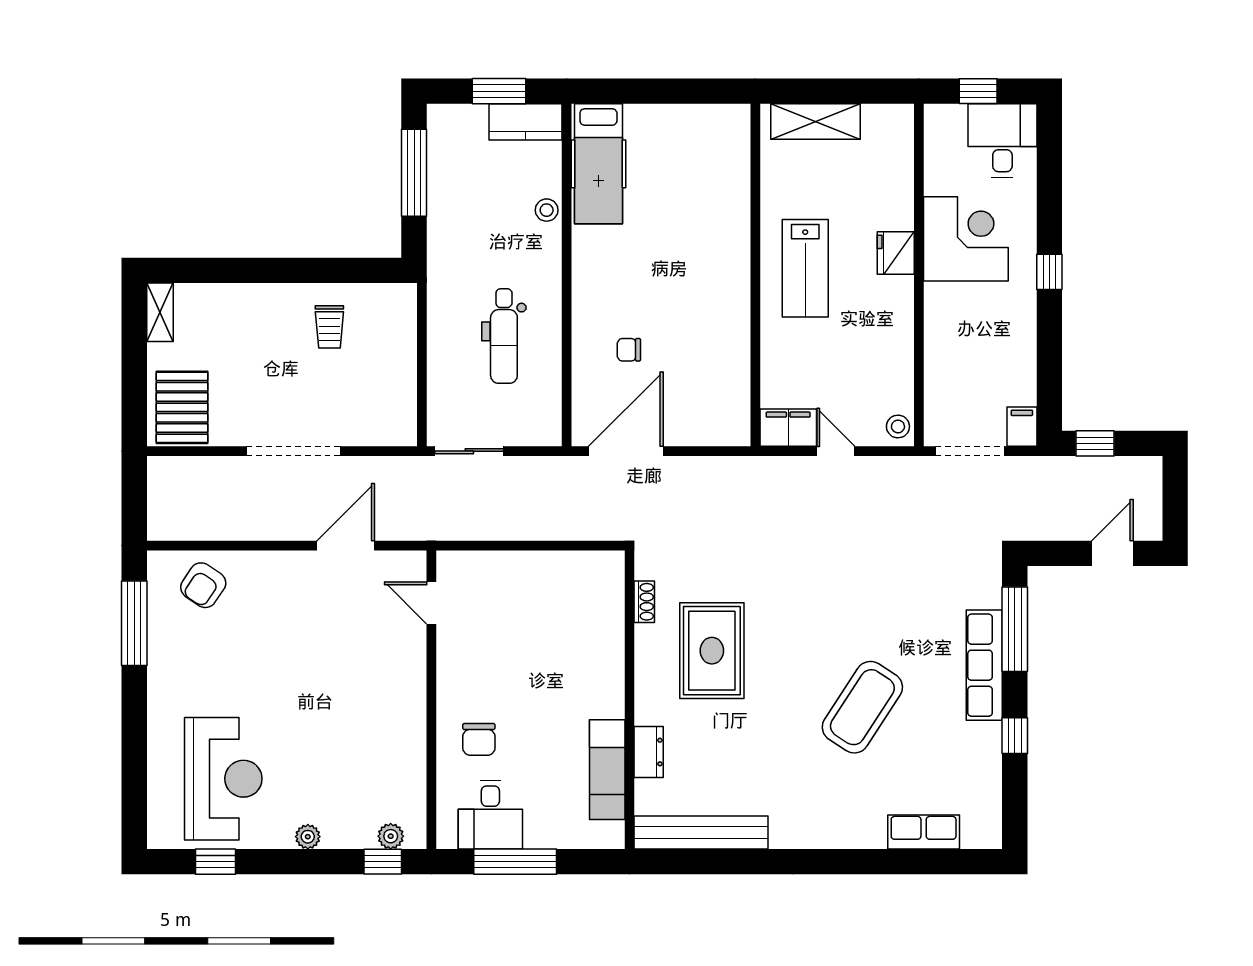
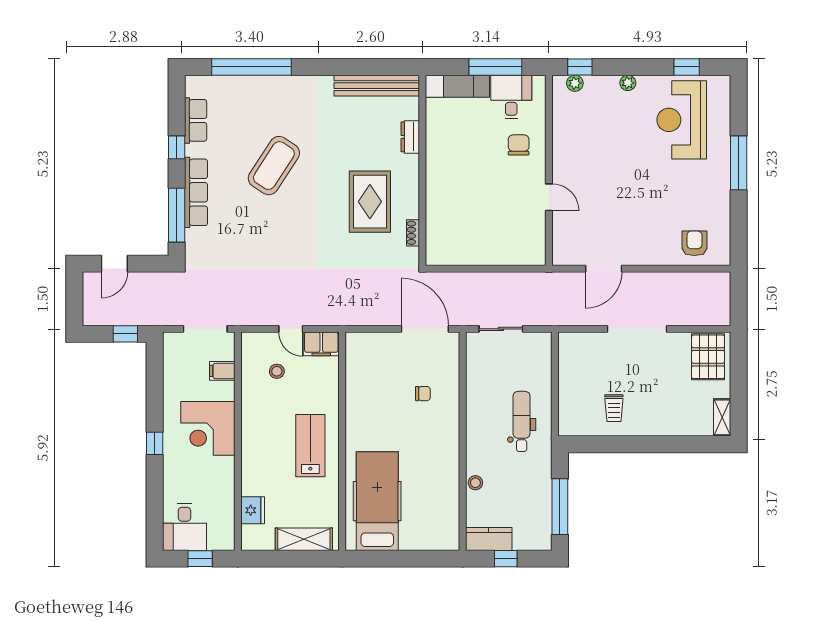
window: (499, 91) -> (506, 559), width x0.67
hospital bed: (598, 164) -> (377, 501), moved, width x1.37, depth x1.29
corner desk: (966, 239) -> (208, 428), moved
fridge: (896, 253) -> (253, 510), moved
trolley: (329, 327) -> (614, 408), turned 180
dental chair: (504, 336) -> (522, 421), moved
stool: (898, 427) -> (277, 371), moved
filing cabinet: (1022, 427) -> (222, 371), moved, turned 90
sliding door: (469, 451) -> (501, 329), moved
door: (626, 451) -> (425, 329), swing flipped
armchair: (203, 585) -> (694, 243), turned -34
door: (431, 603) -> (549, 197), moved
window: (134, 623) -> (739, 163), moved
exam couch: (607, 770) -> (457, 86), moved, turned 90
row of seats: (924, 832) -> (196, 120), moved, turned -90
window: (897, 862) -> (252, 67), added

